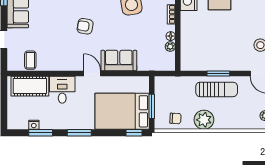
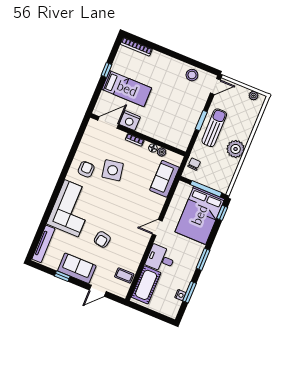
armchair: (85, 26) -> (102, 239), moved
sofa: (119, 61) -> (164, 179), moved
window: (152, 106) -> (206, 189), width x1.44
chair: (175, 118) -> (194, 164), moved

